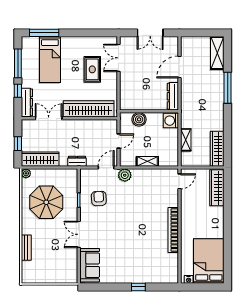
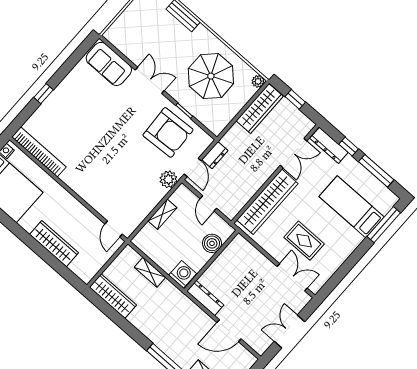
door: (179, 67) -> (229, 331), swing flipped
dresser: (77, 161) -> (215, 155), moved
wardrobe: (217, 188) -> (54, 244), moved
armchair: (99, 198) -> (168, 132), width x1.88, depth x1.88
bookcase: (173, 230) -> (39, 152), moved

